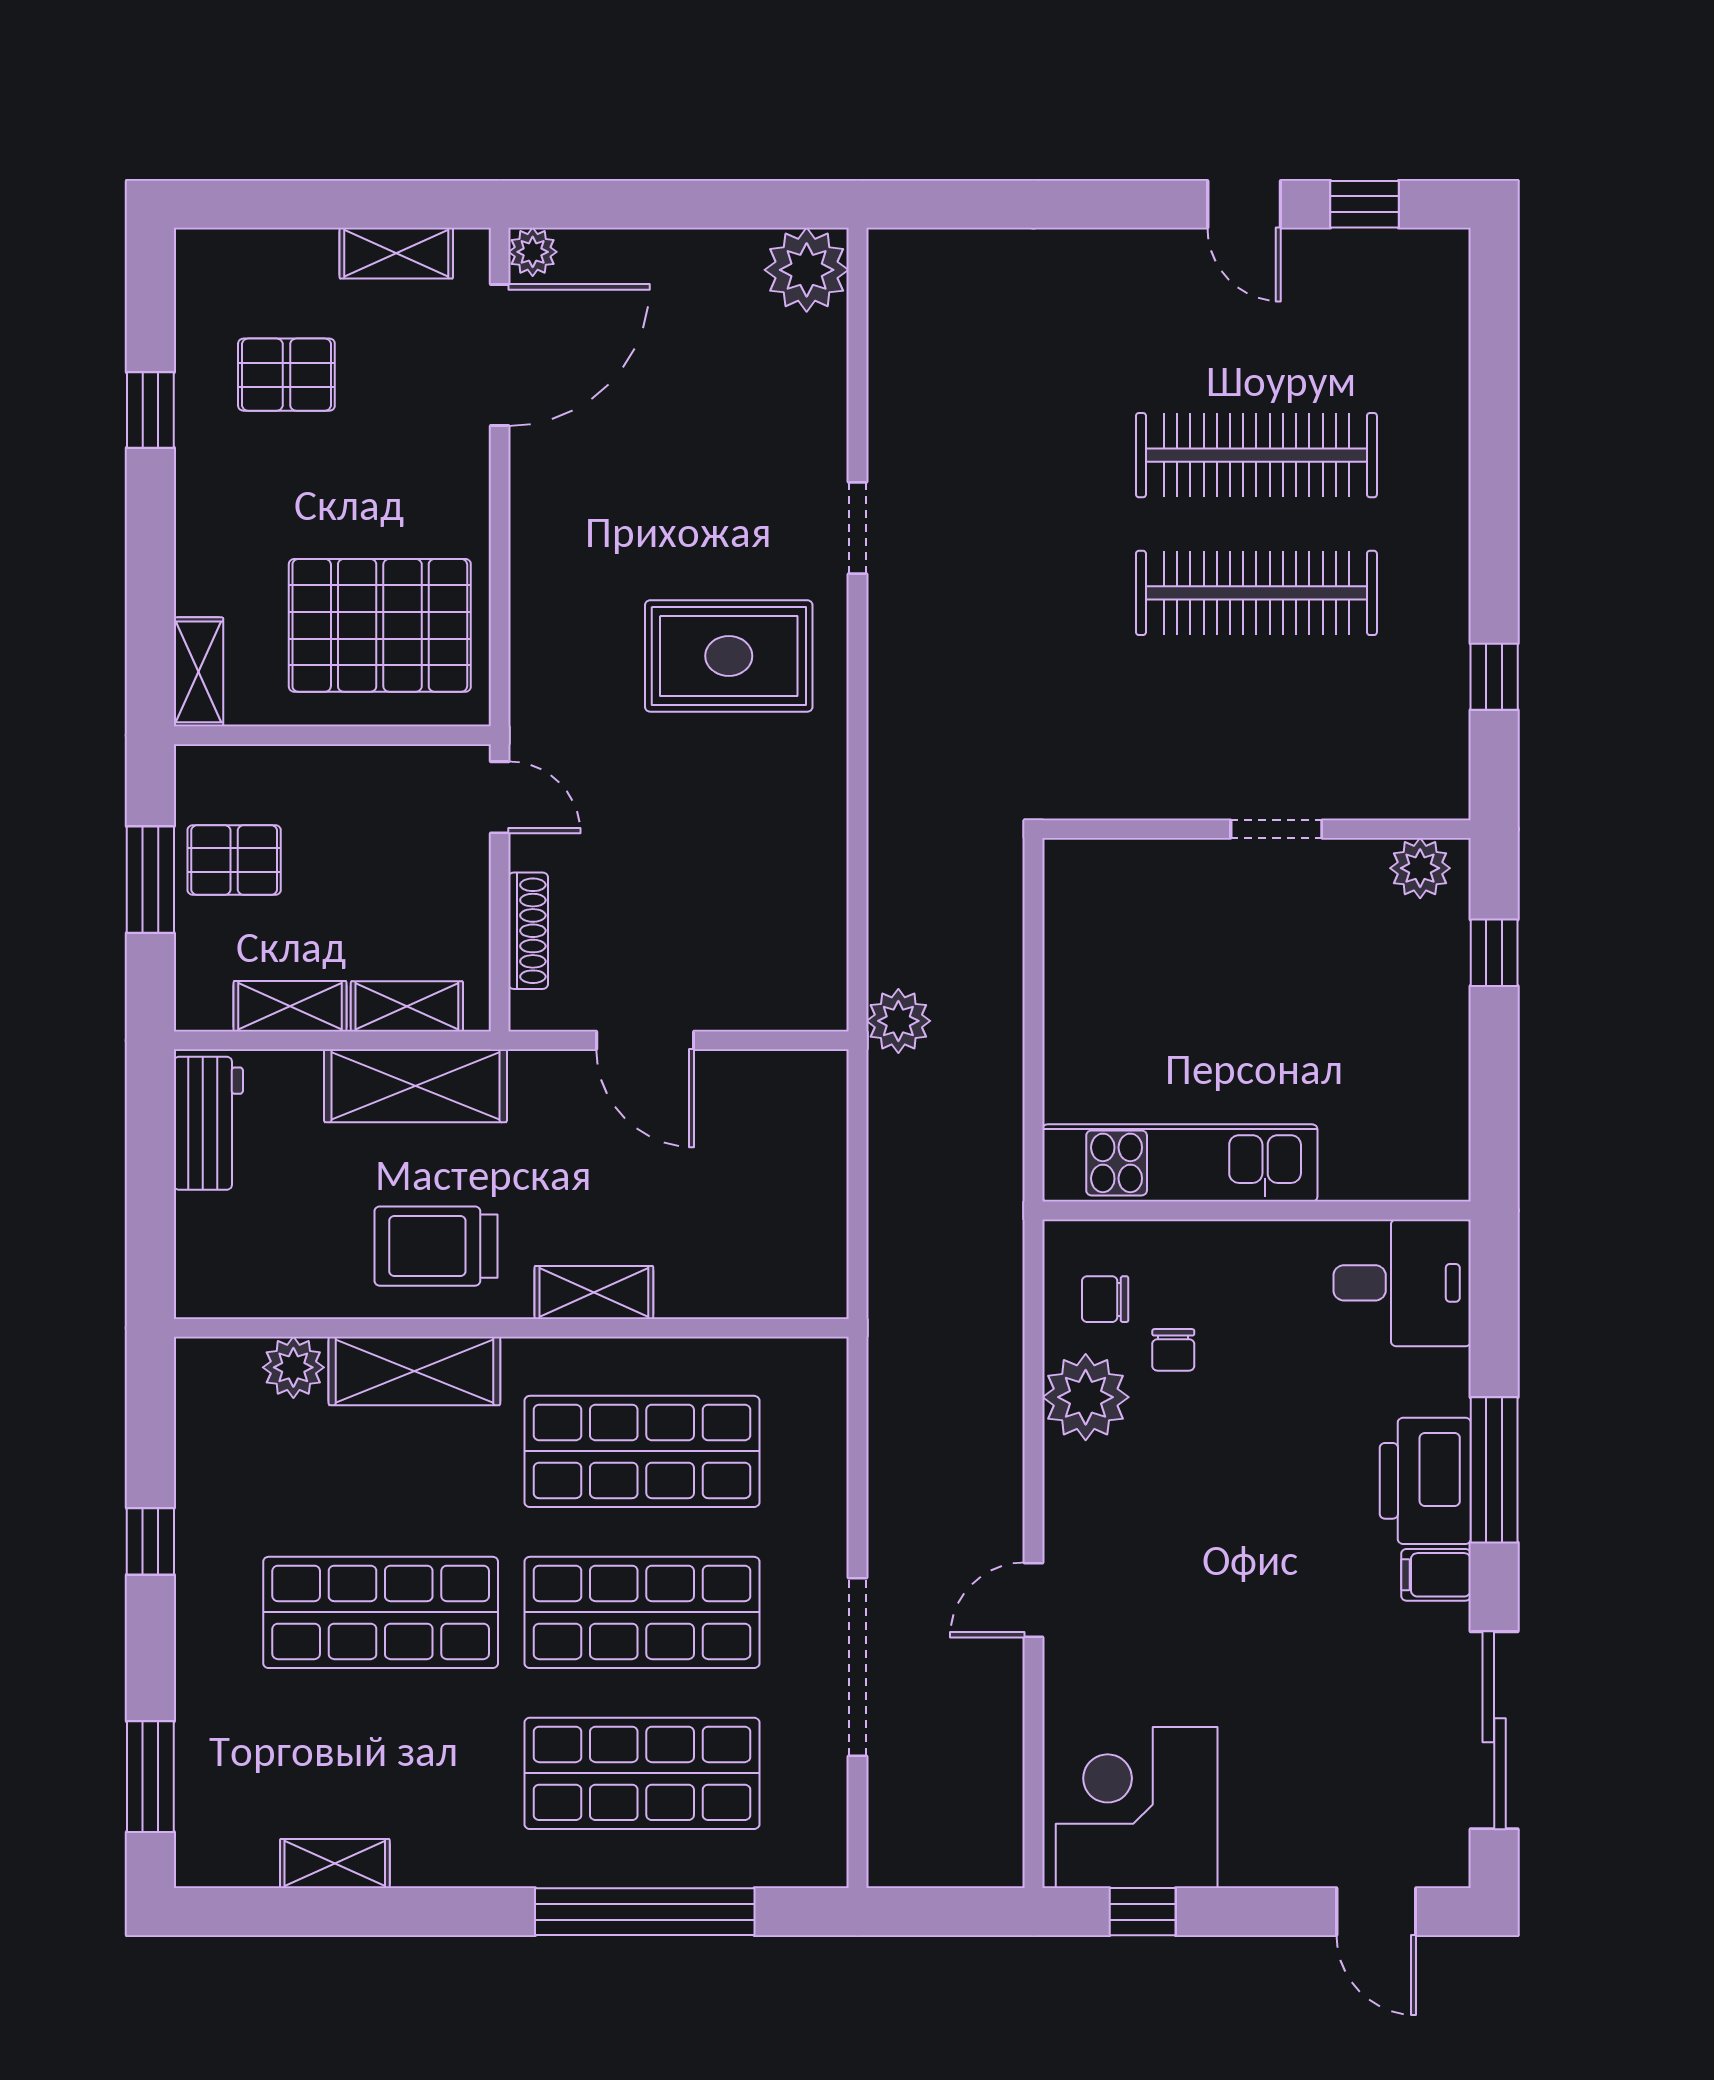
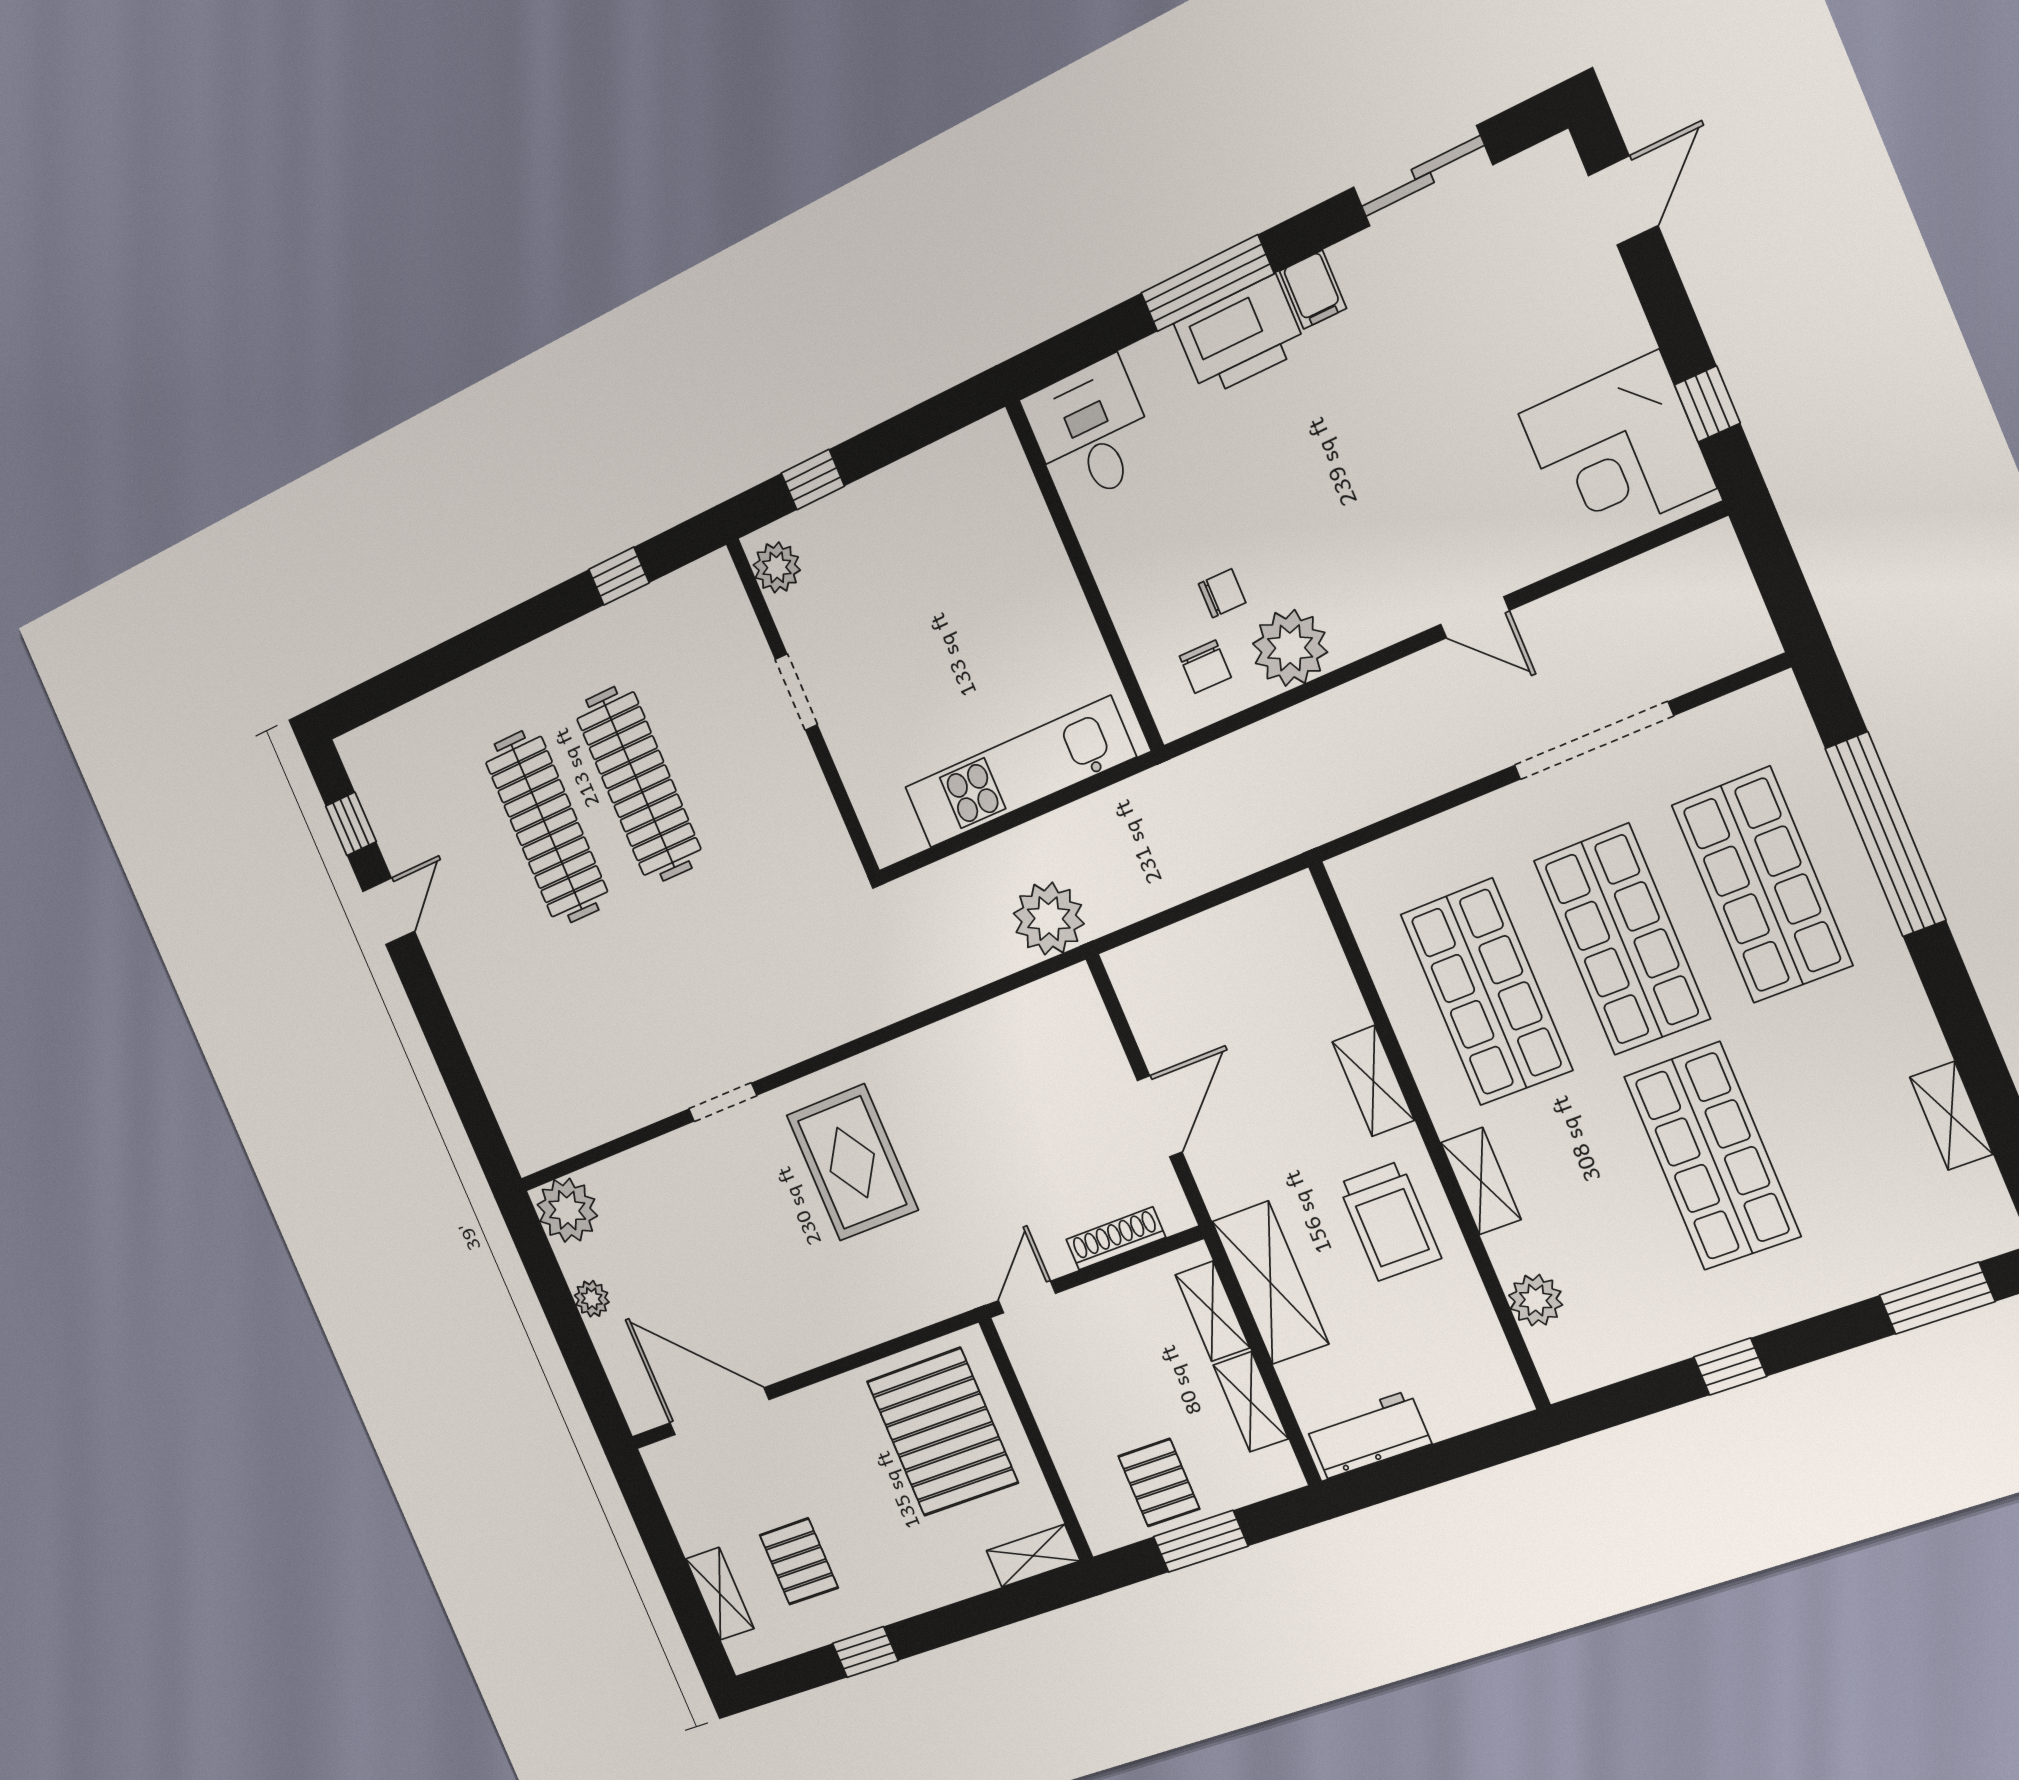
plant: (533, 252) -> (592, 1299), moved
shelving: (396, 253) -> (720, 1594), moved
plant: (898, 1021) -> (1049, 919), width x1.36, depth x1.36
kitchen unit: (1180, 1163) -> (1020, 772), moved, turned 90
shelving: (414, 1371) -> (1481, 1181), width x0.67, depth x0.75
sliding door: (1494, 1730) -> (1423, 176), width x0.73

